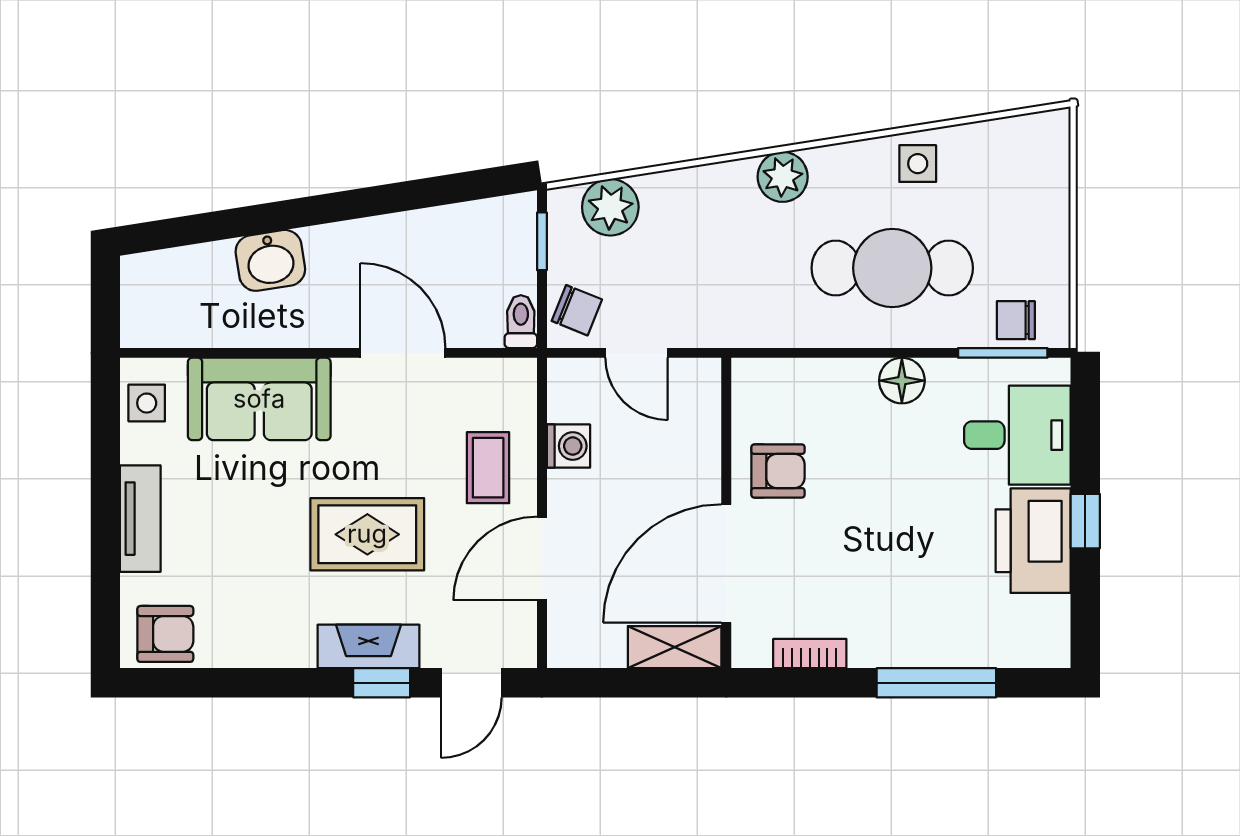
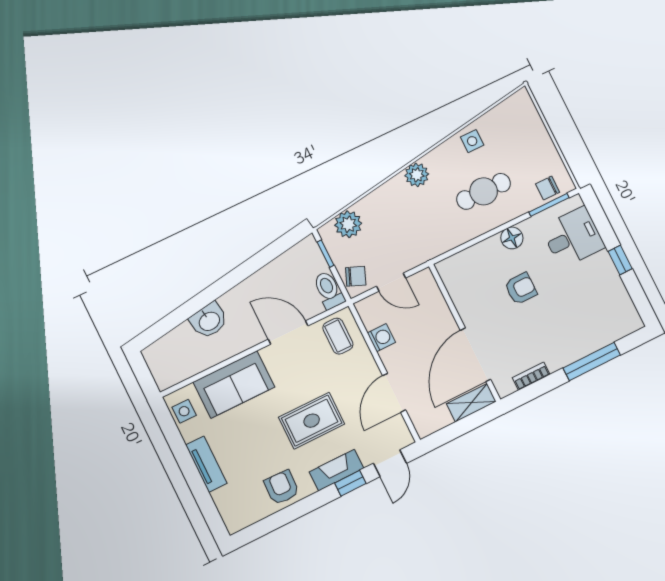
cafe table: (892, 268) -> (484, 191), width x0.73, depth x0.74
toilet: (521, 322) -> (329, 290), width x1.37, depth x1.39
coffee table: (488, 468) -> (338, 336), moved
armchair: (778, 471) -> (521, 289), moved
printer: (1033, 541) -> (602, 279), removed
armchair: (165, 634) -> (282, 487), moved, turned -88

